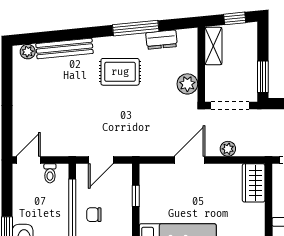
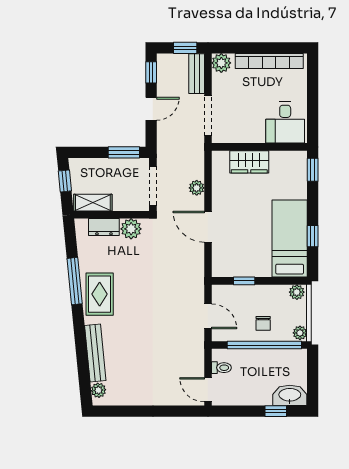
dresser: (161, 40) -> (104, 227), moved, turned 96
rug: (120, 72) -> (100, 294), moved
wardrobe: (254, 183) -> (249, 162), moved

